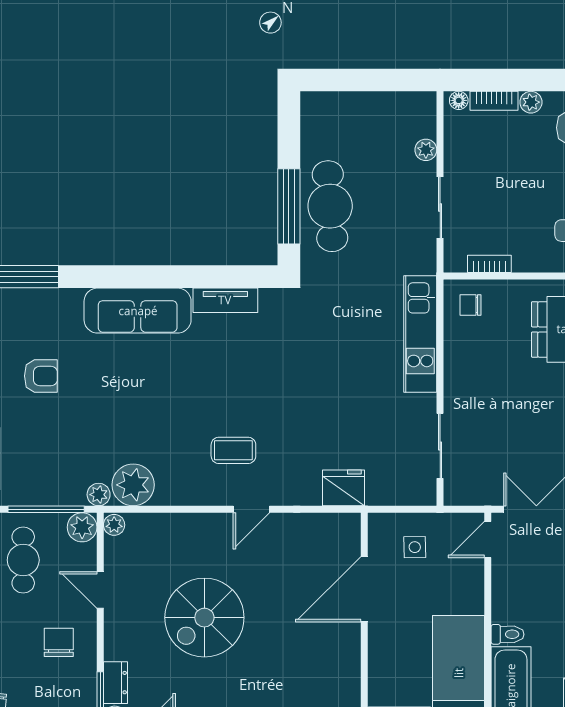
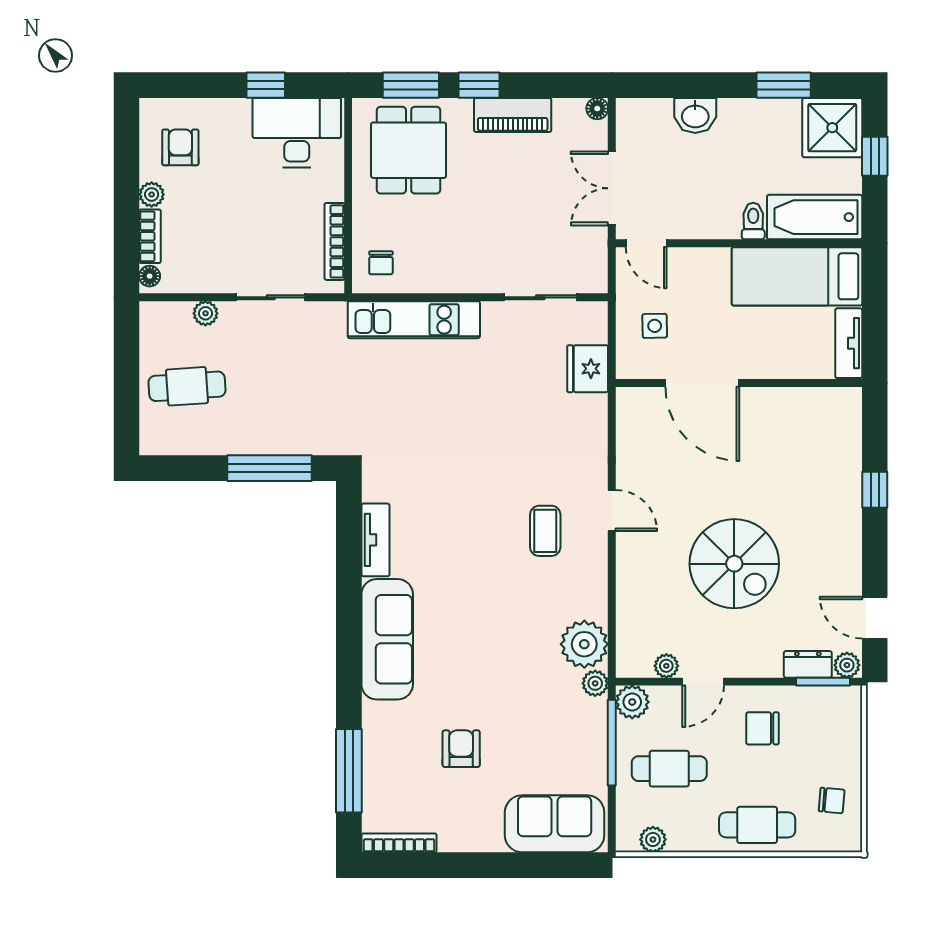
cafe table: (330, 206) -> (187, 386), moved, width x0.73, depth x0.74
bookcase: (489, 264) -> (334, 241), width x1.56
fridge: (343, 488) -> (588, 369), moved
plant: (114, 525) -> (666, 666), moved

